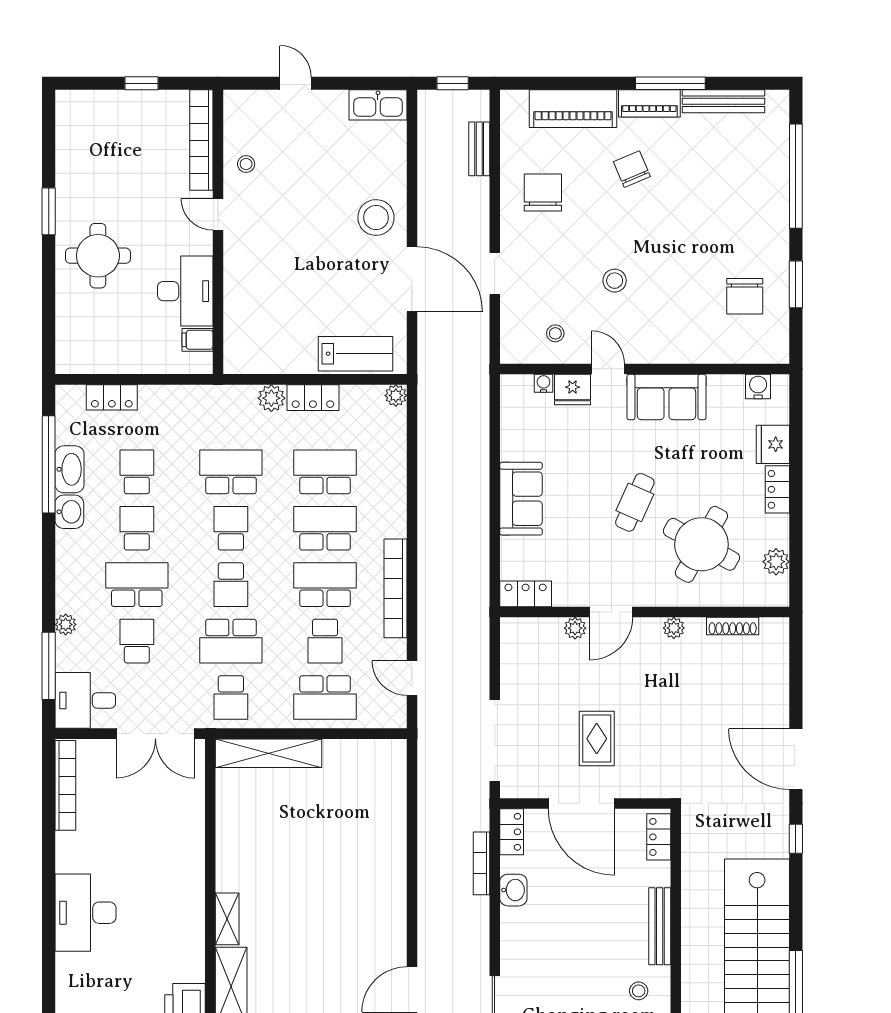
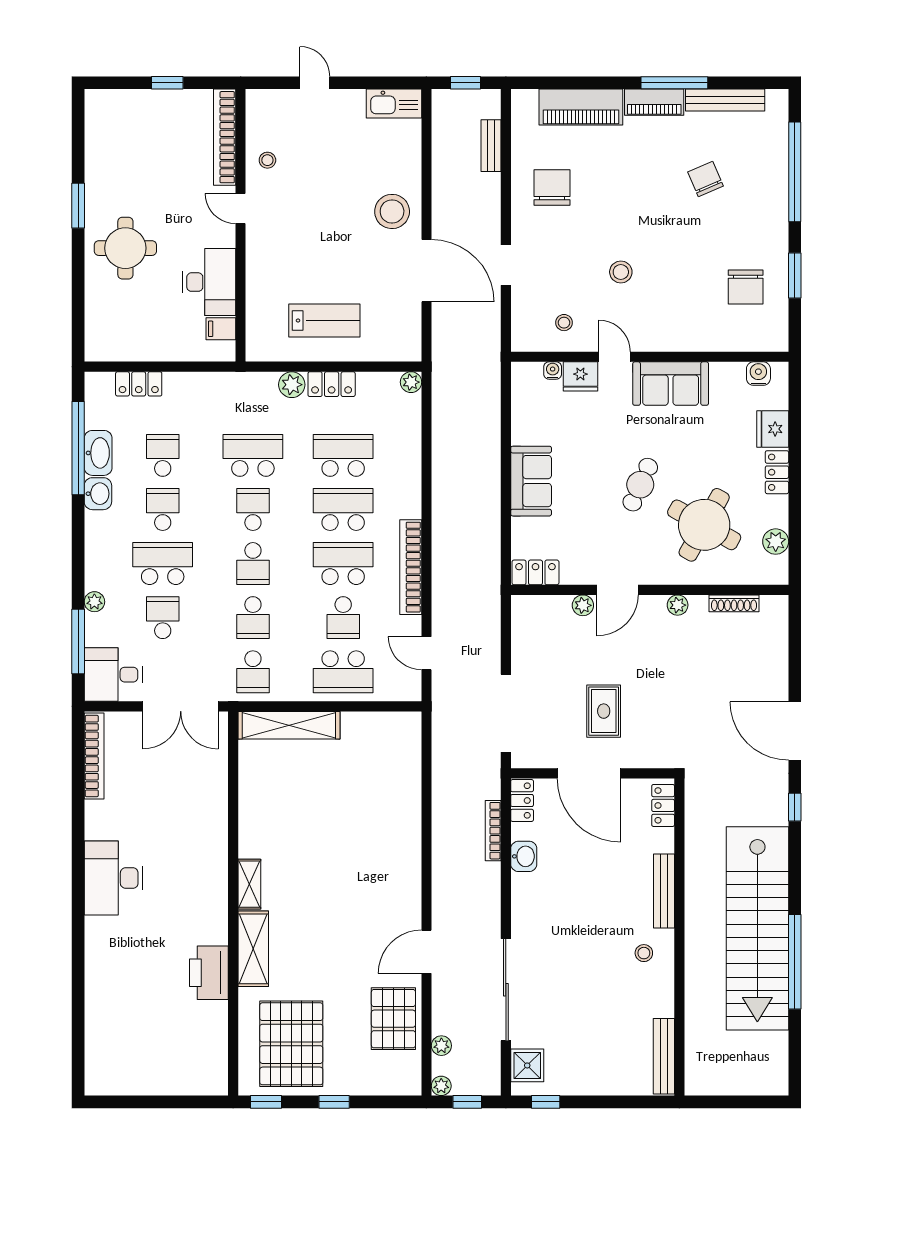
chair: (632, 169) -> (706, 179), moved
lab bench: (356, 354) -> (324, 320), moved
school desk: (231, 641) -> (253, 618), width x0.54

